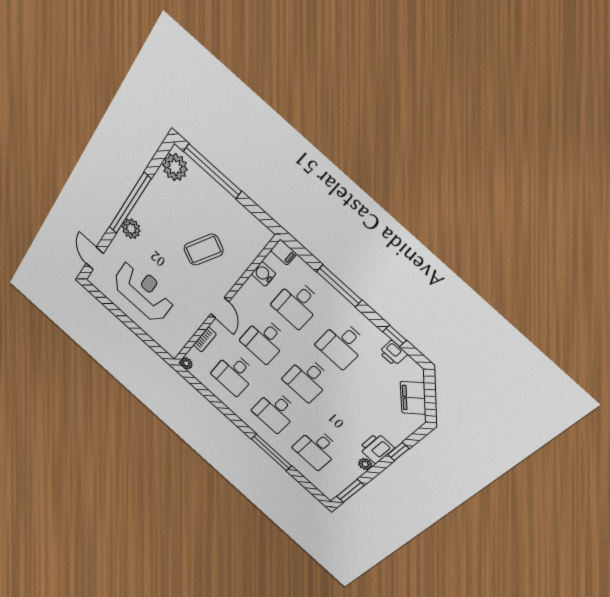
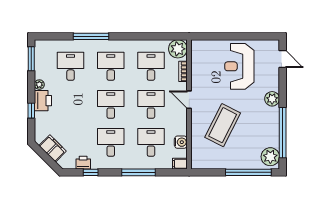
window: (130, 203) -> (283, 133), moved
coffee table: (203, 250) -> (223, 125), width x1.36, depth x1.32
reception desk: (143, 292) -> (239, 66), turned 90
plant: (186, 363) -> (178, 49), width x1.88, depth x1.88

